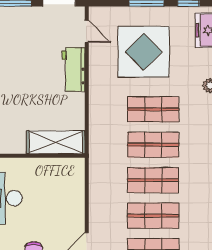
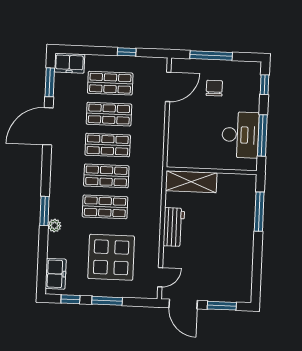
door: (87, 31) -> (160, 277), swing flipped
workbench: (73, 69) -> (174, 227), moved

